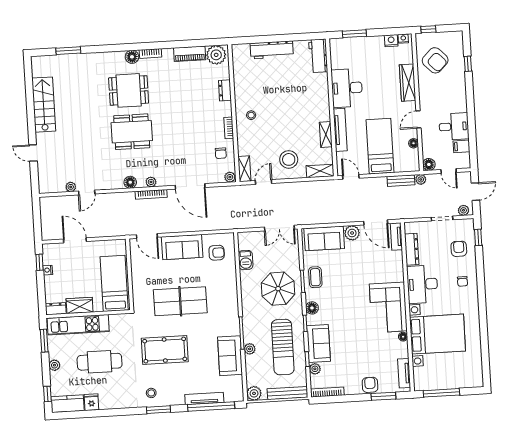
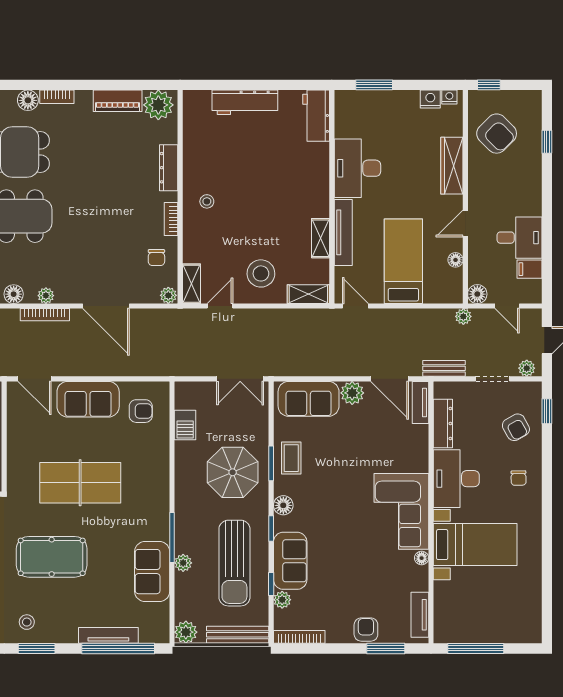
dresser: (225, 90) -> (169, 168), width x1.44
bench: (401, 181) -> (444, 368), moved
armchair: (459, 249) -> (516, 427), turned 151
bed with nightstands: (438, 334) -> (475, 545), width x0.73

